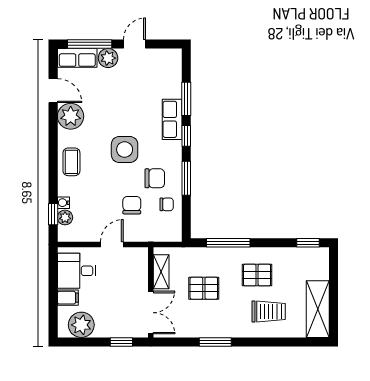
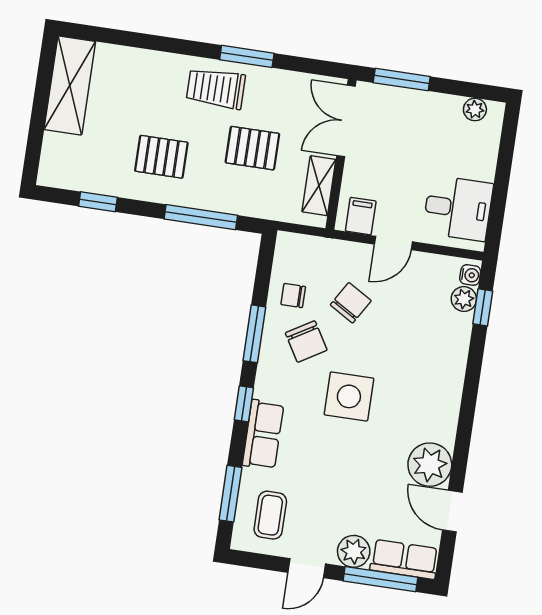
window: (186, 99) -> (230, 494), moved
coffee table: (71, 162) -> (270, 515), moved
chair: (155, 178) -> (306, 341), turned -121
water cooler: (63, 203) -> (470, 275), moved
chair: (132, 205) -> (351, 303), turned -149
window: (308, 243) -> (98, 202), moved
filing cabinet: (68, 298) -> (361, 216), moved, turned 90
trolley: (269, 312) -> (216, 88), moved
plant: (81, 325) -> (475, 110), width x0.53, depth x0.53
window: (121, 342) -> (402, 80), width x1.50

